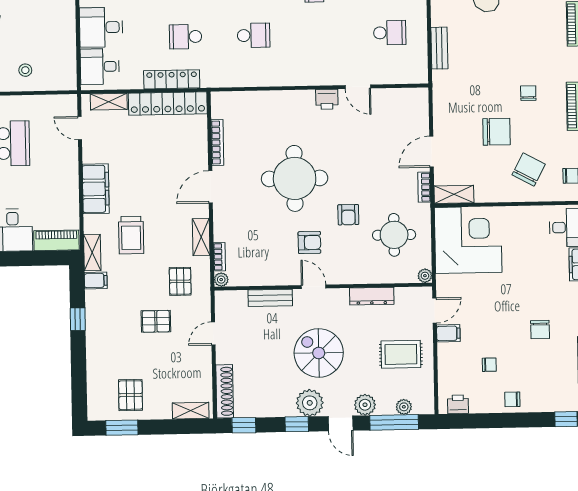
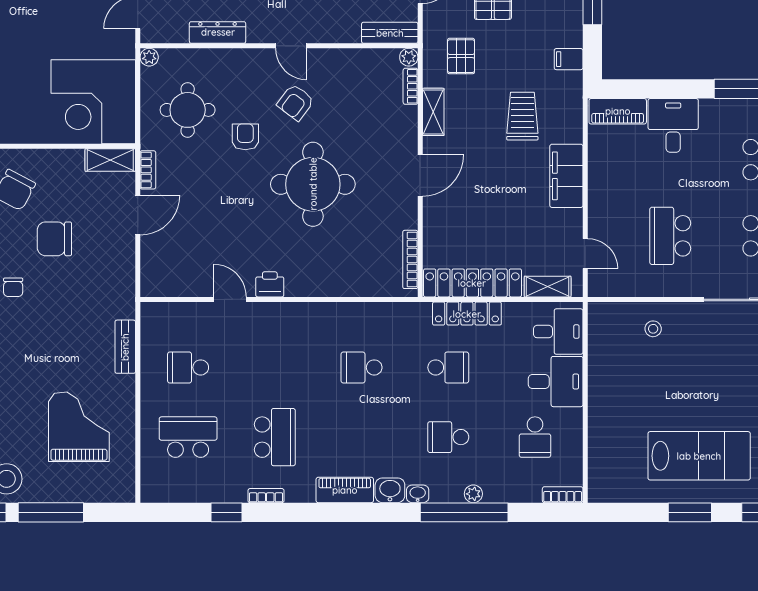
bookcase: (217, 142) -> (410, 259), moved
armchair: (309, 242) -> (296, 102), turned -53
shelving: (92, 252) -> (572, 95), removed
bench: (270, 298) -> (390, 33), moved

